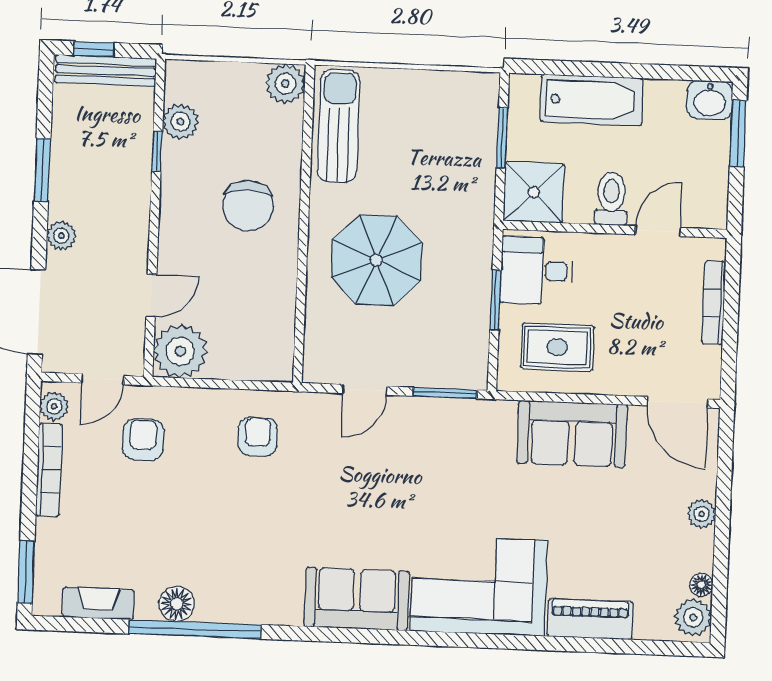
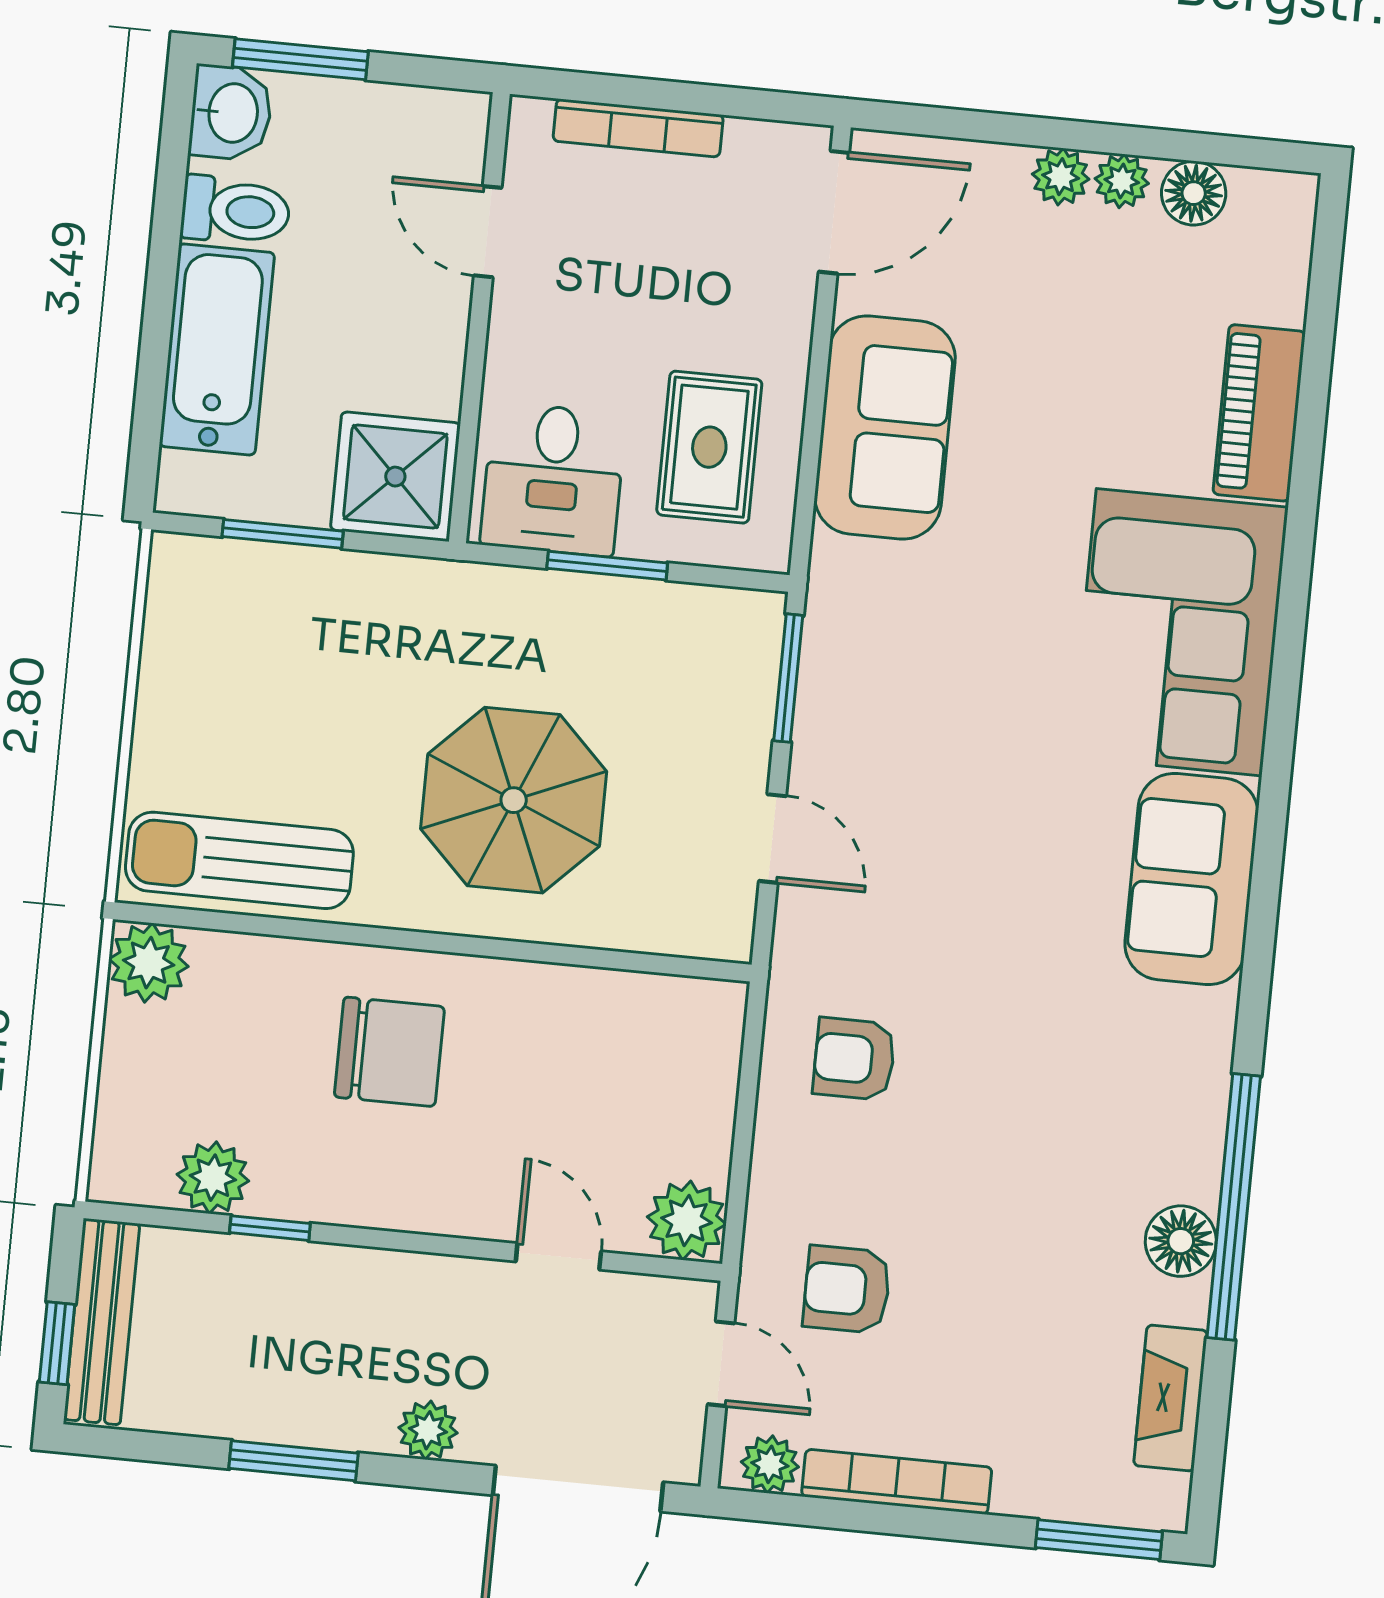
toilet: (611, 199) -> (236, 211), moved, turned 180
plant: (180, 351) -> (687, 1220), width x0.73, depth x0.73
floor lamp: (701, 585) -> (1194, 193), width x1.37, depth x1.37
plant: (693, 617) -> (1122, 181), moved, width x0.73, depth x0.73

